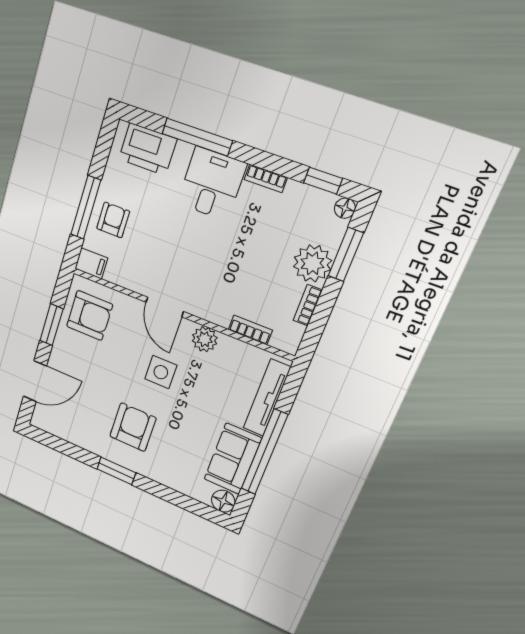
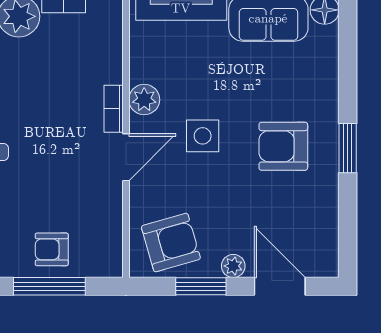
filing cabinet: (91, 263) -> (110, 260), removed
armchair: (90, 315) -> (171, 243), turned 74
bookcase: (250, 330) -> (114, 109), moved
plant: (59, 354) -> (233, 266), added

